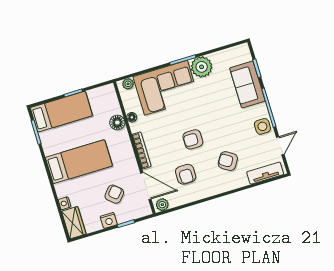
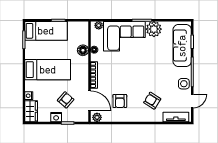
sofa: (247, 84) -> (182, 46), width x1.36
armchair: (193, 139) -> (132, 78), removed

